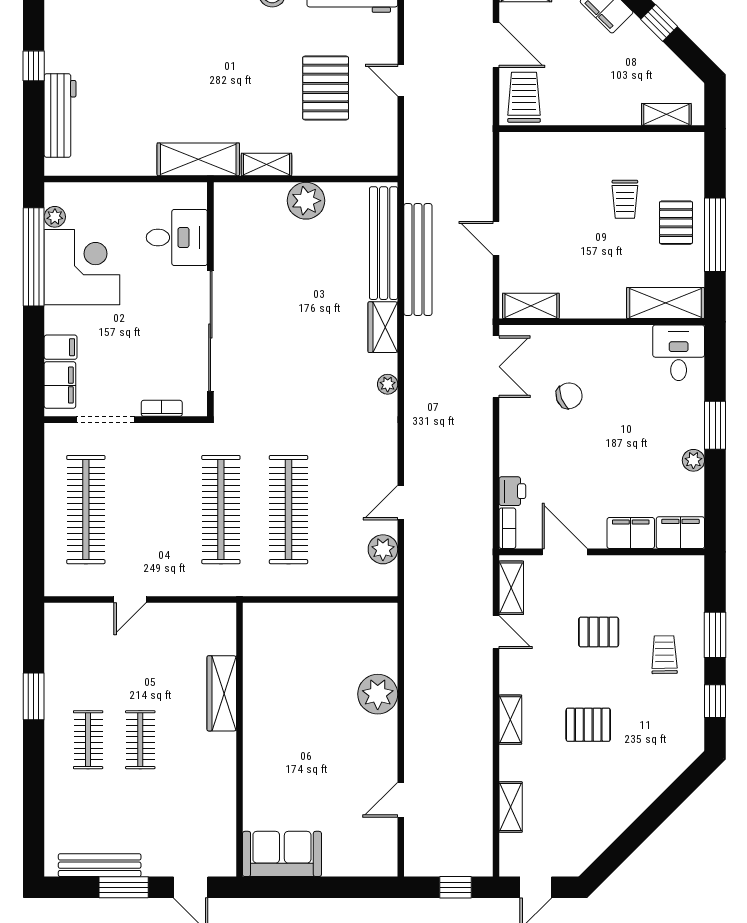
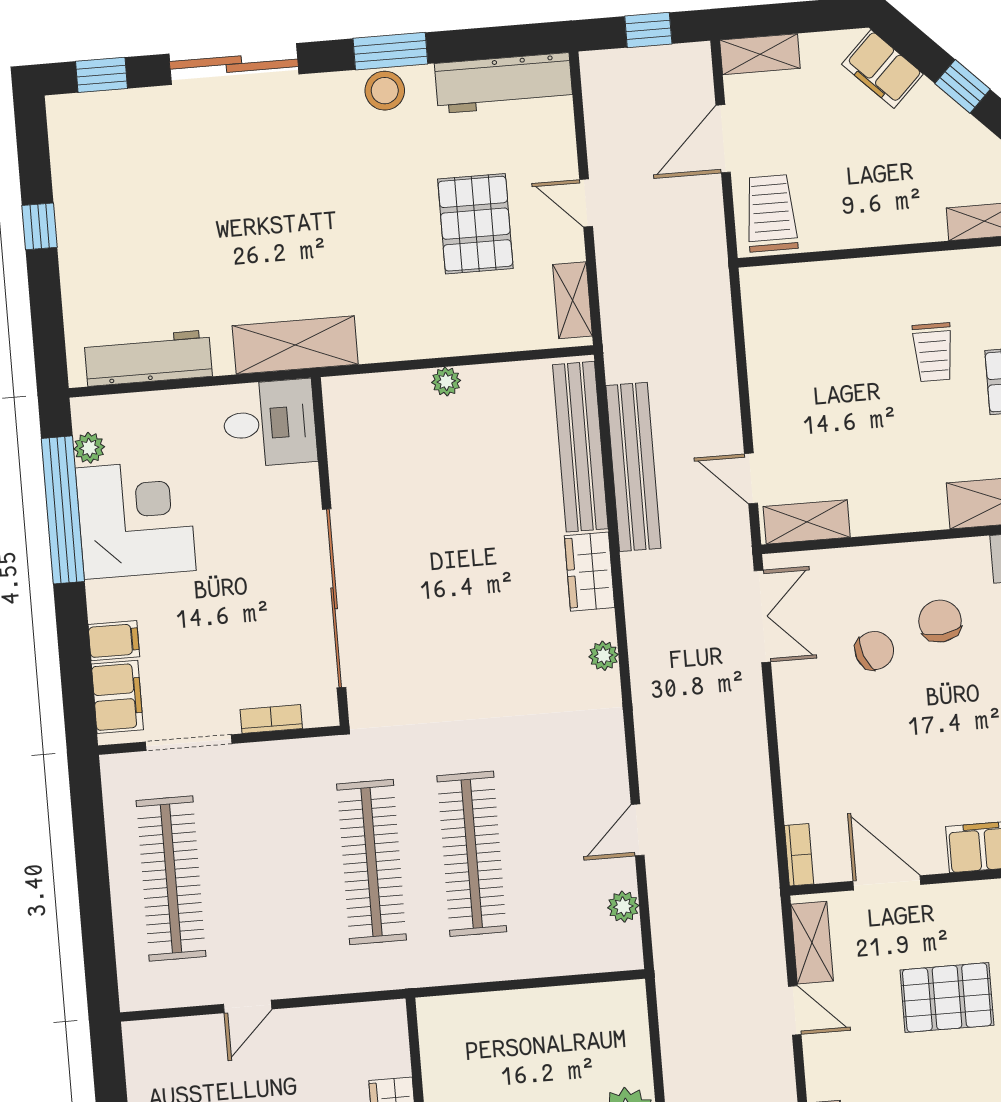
door: (496, 45) -> (723, 139), swing flipped
workbench: (60, 116) -> (148, 358), moved, turned -90
shelving: (267, 164) -> (572, 300), moved, turned 90
plant: (306, 201) -> (446, 381), width x0.53, depth x0.53
desk: (177, 237) -> (270, 423), moved
door: (496, 238) -> (751, 478), moved
chair: (615, 380) -> (940, 621), added
printer: (512, 491) -> (802, 799), removed
plant: (383, 549) -> (623, 907), width x0.73, depth x0.73
pallet: (599, 632) -> (947, 998), width x1.50, depth x1.42

